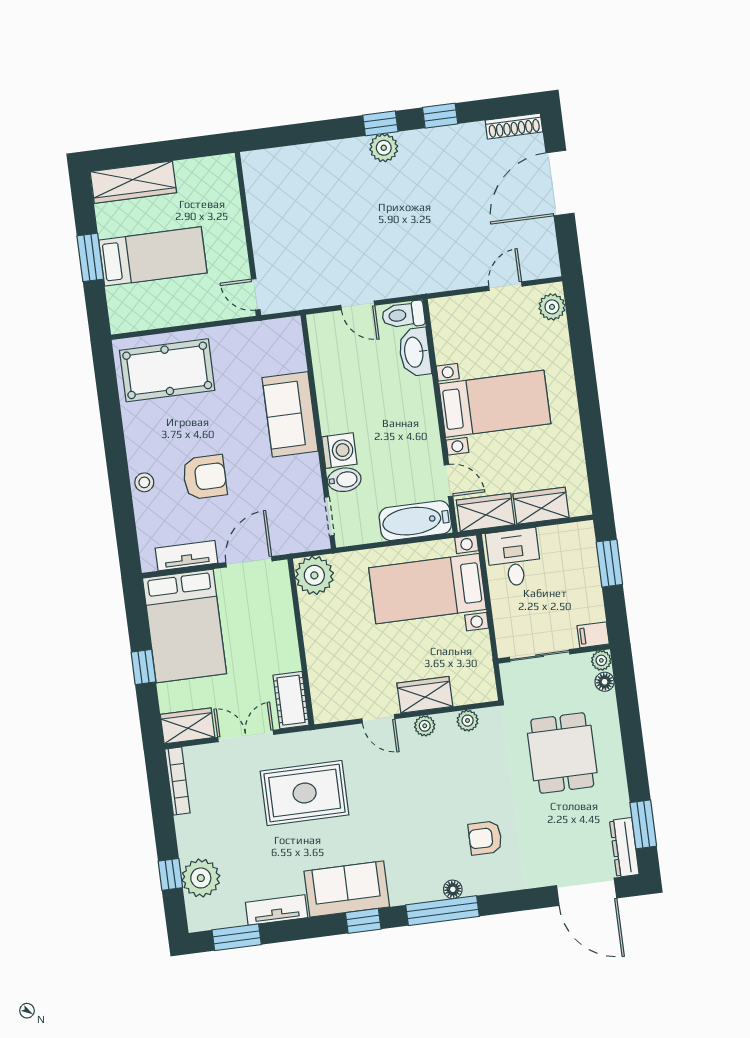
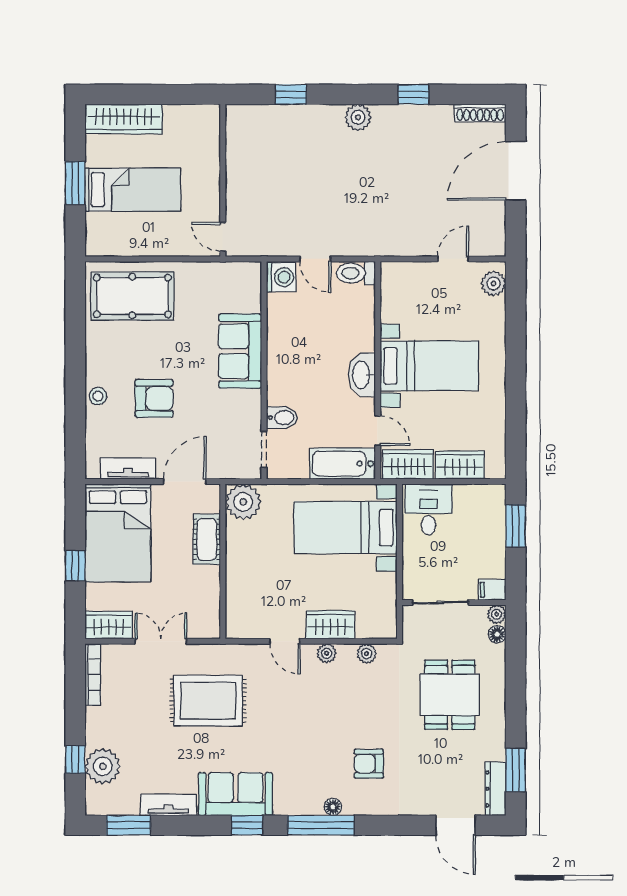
window: (380, 123) -> (291, 94), moved
washbasin: (415, 352) -> (362, 375), moved
washing machine: (339, 450) -> (281, 277), moved
cot: (291, 700) -> (207, 539), moved
door: (587, 892) -> (456, 825), width x0.73

